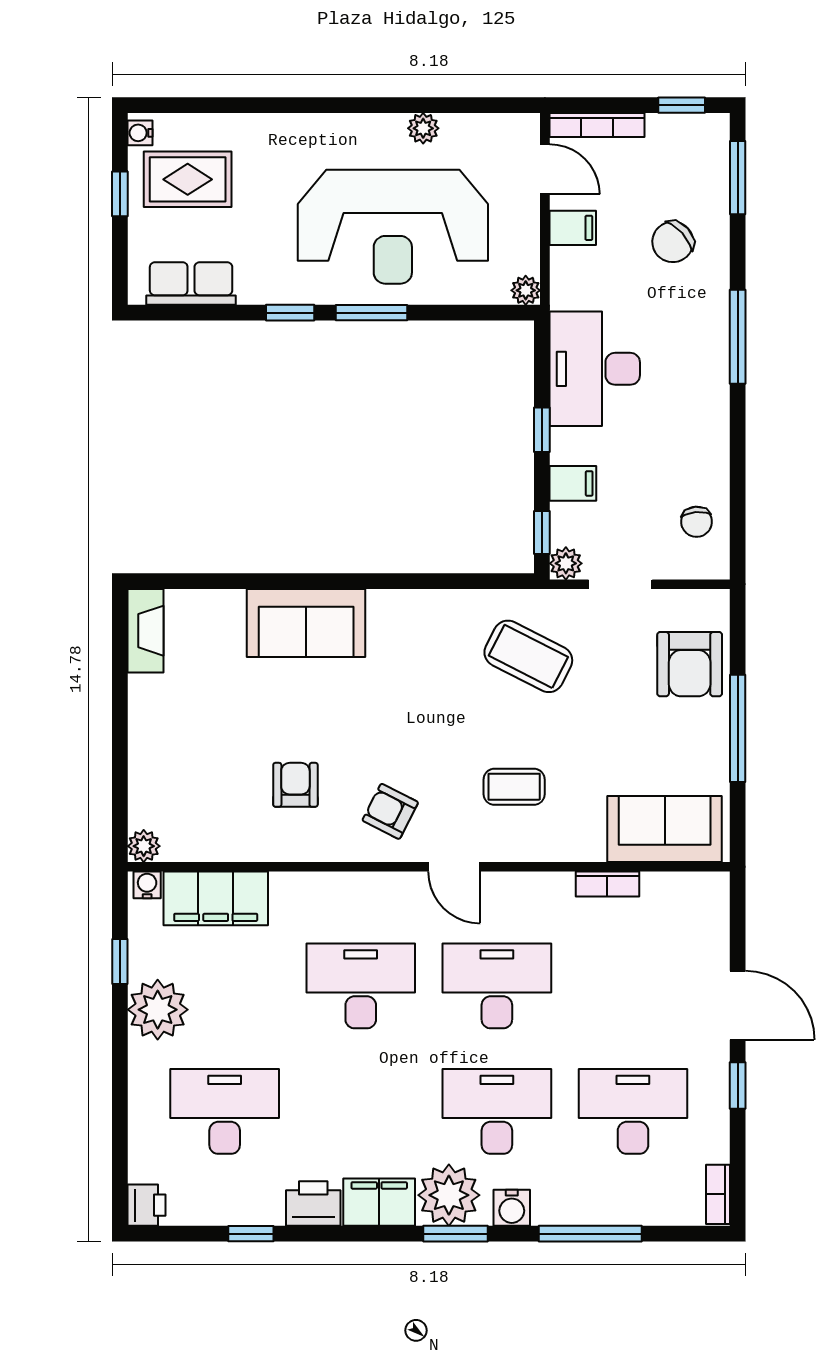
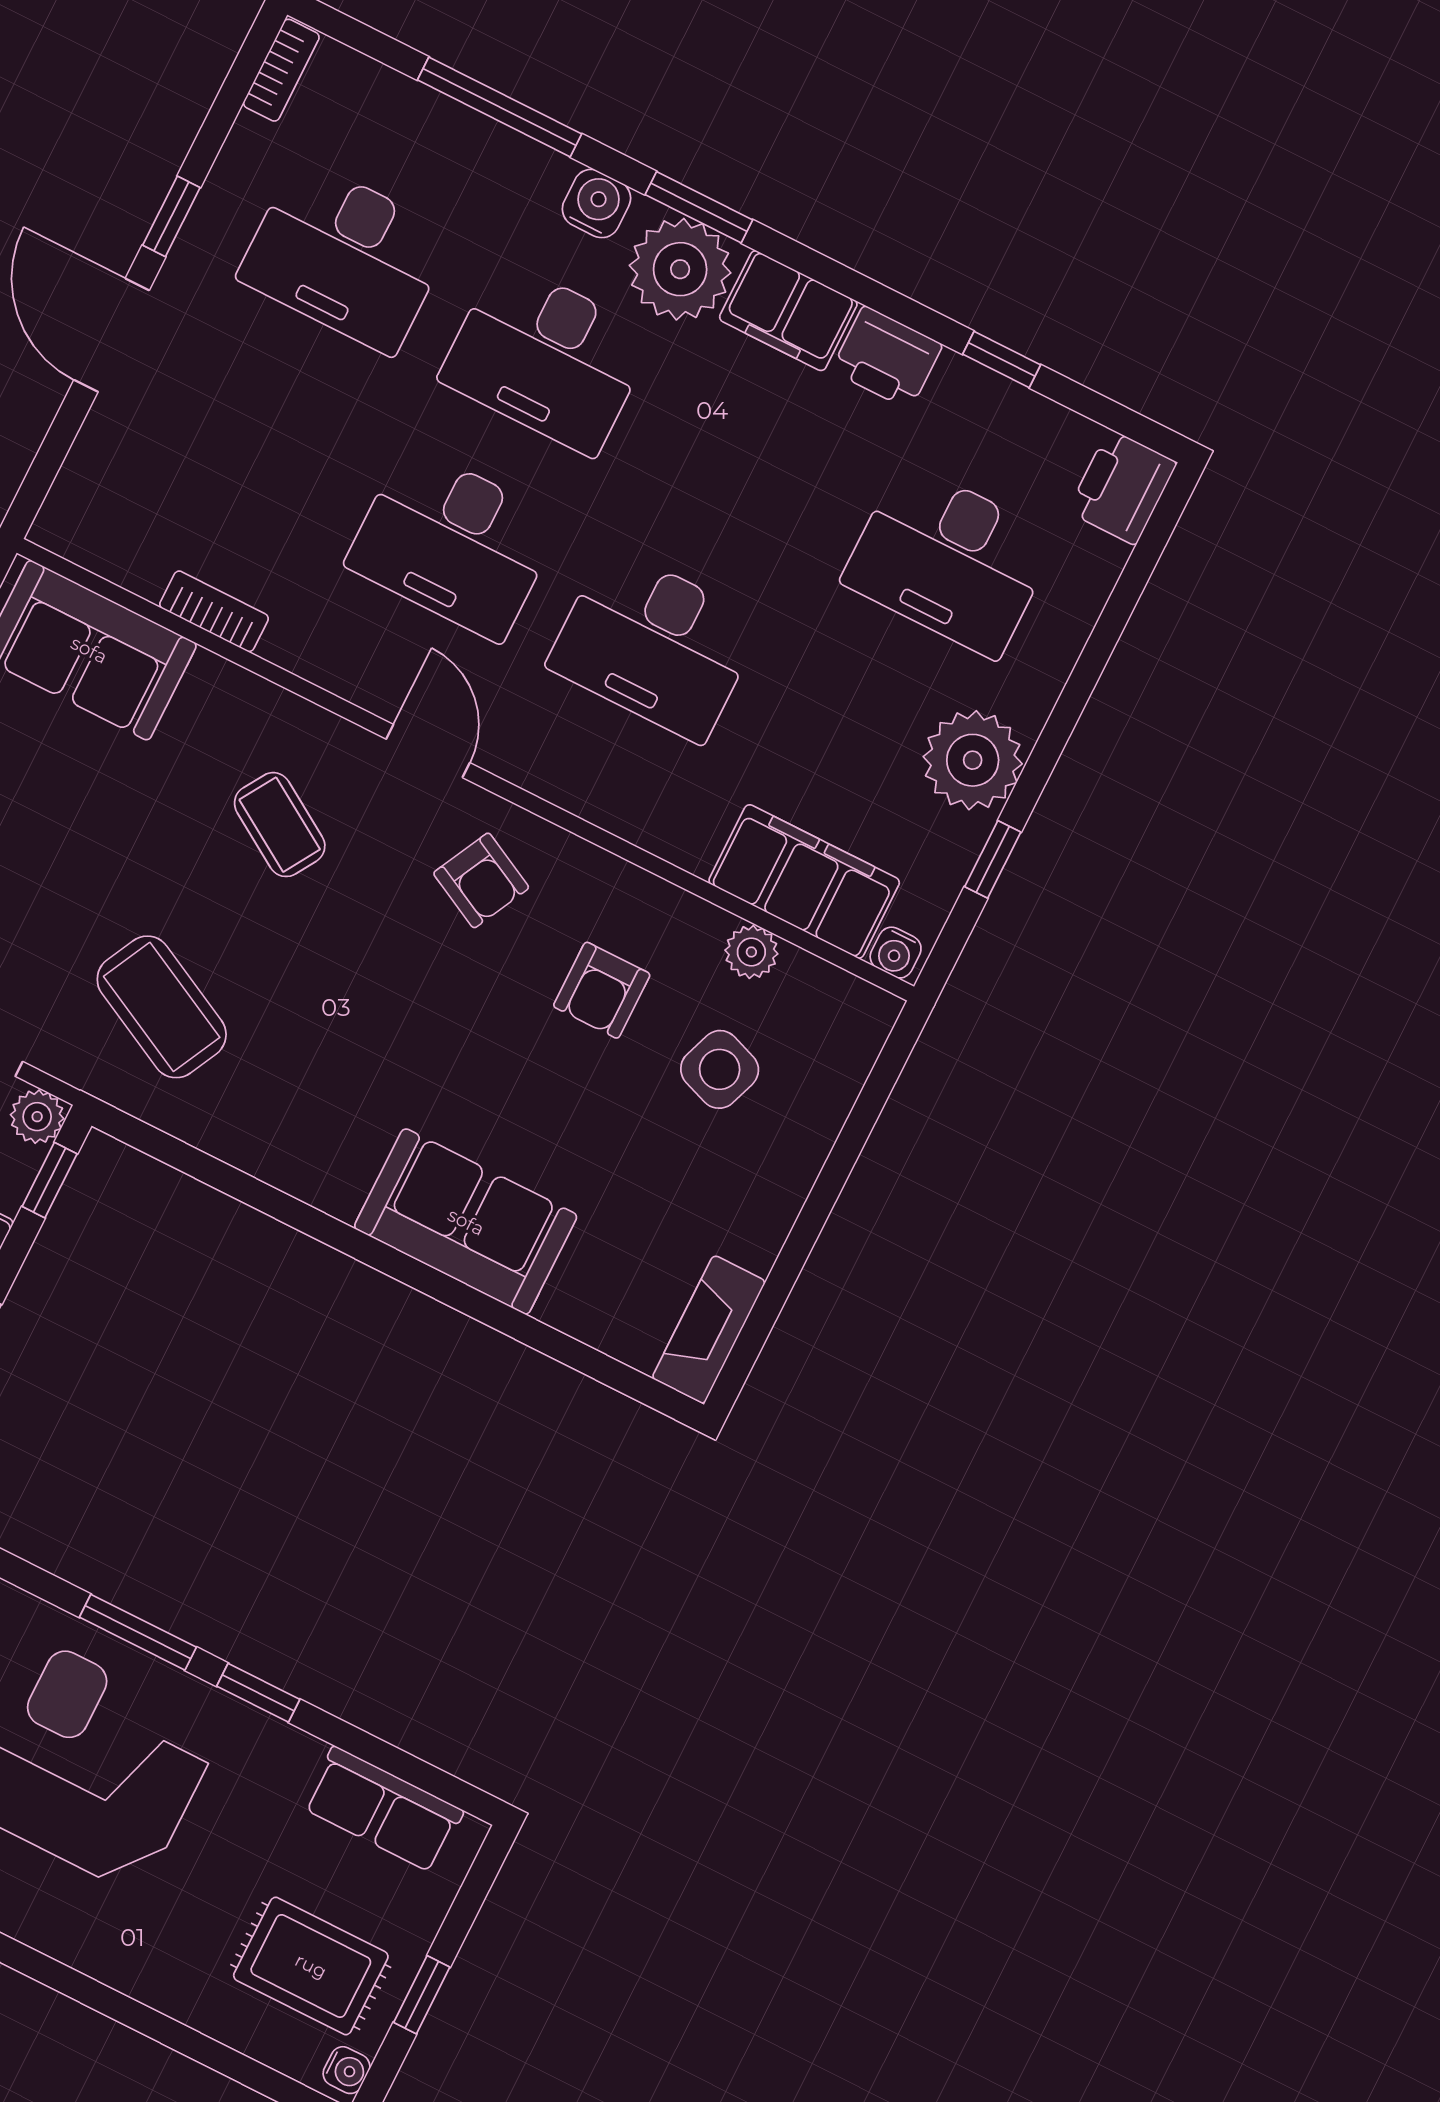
side table: (210, 774) -> (720, 1069), added
coffee table: (514, 787) -> (280, 825), turned 32
plant: (144, 846) -> (751, 952), moved
printer: (147, 1205) -> (1122, 487), width x1.36, depth x1.24

